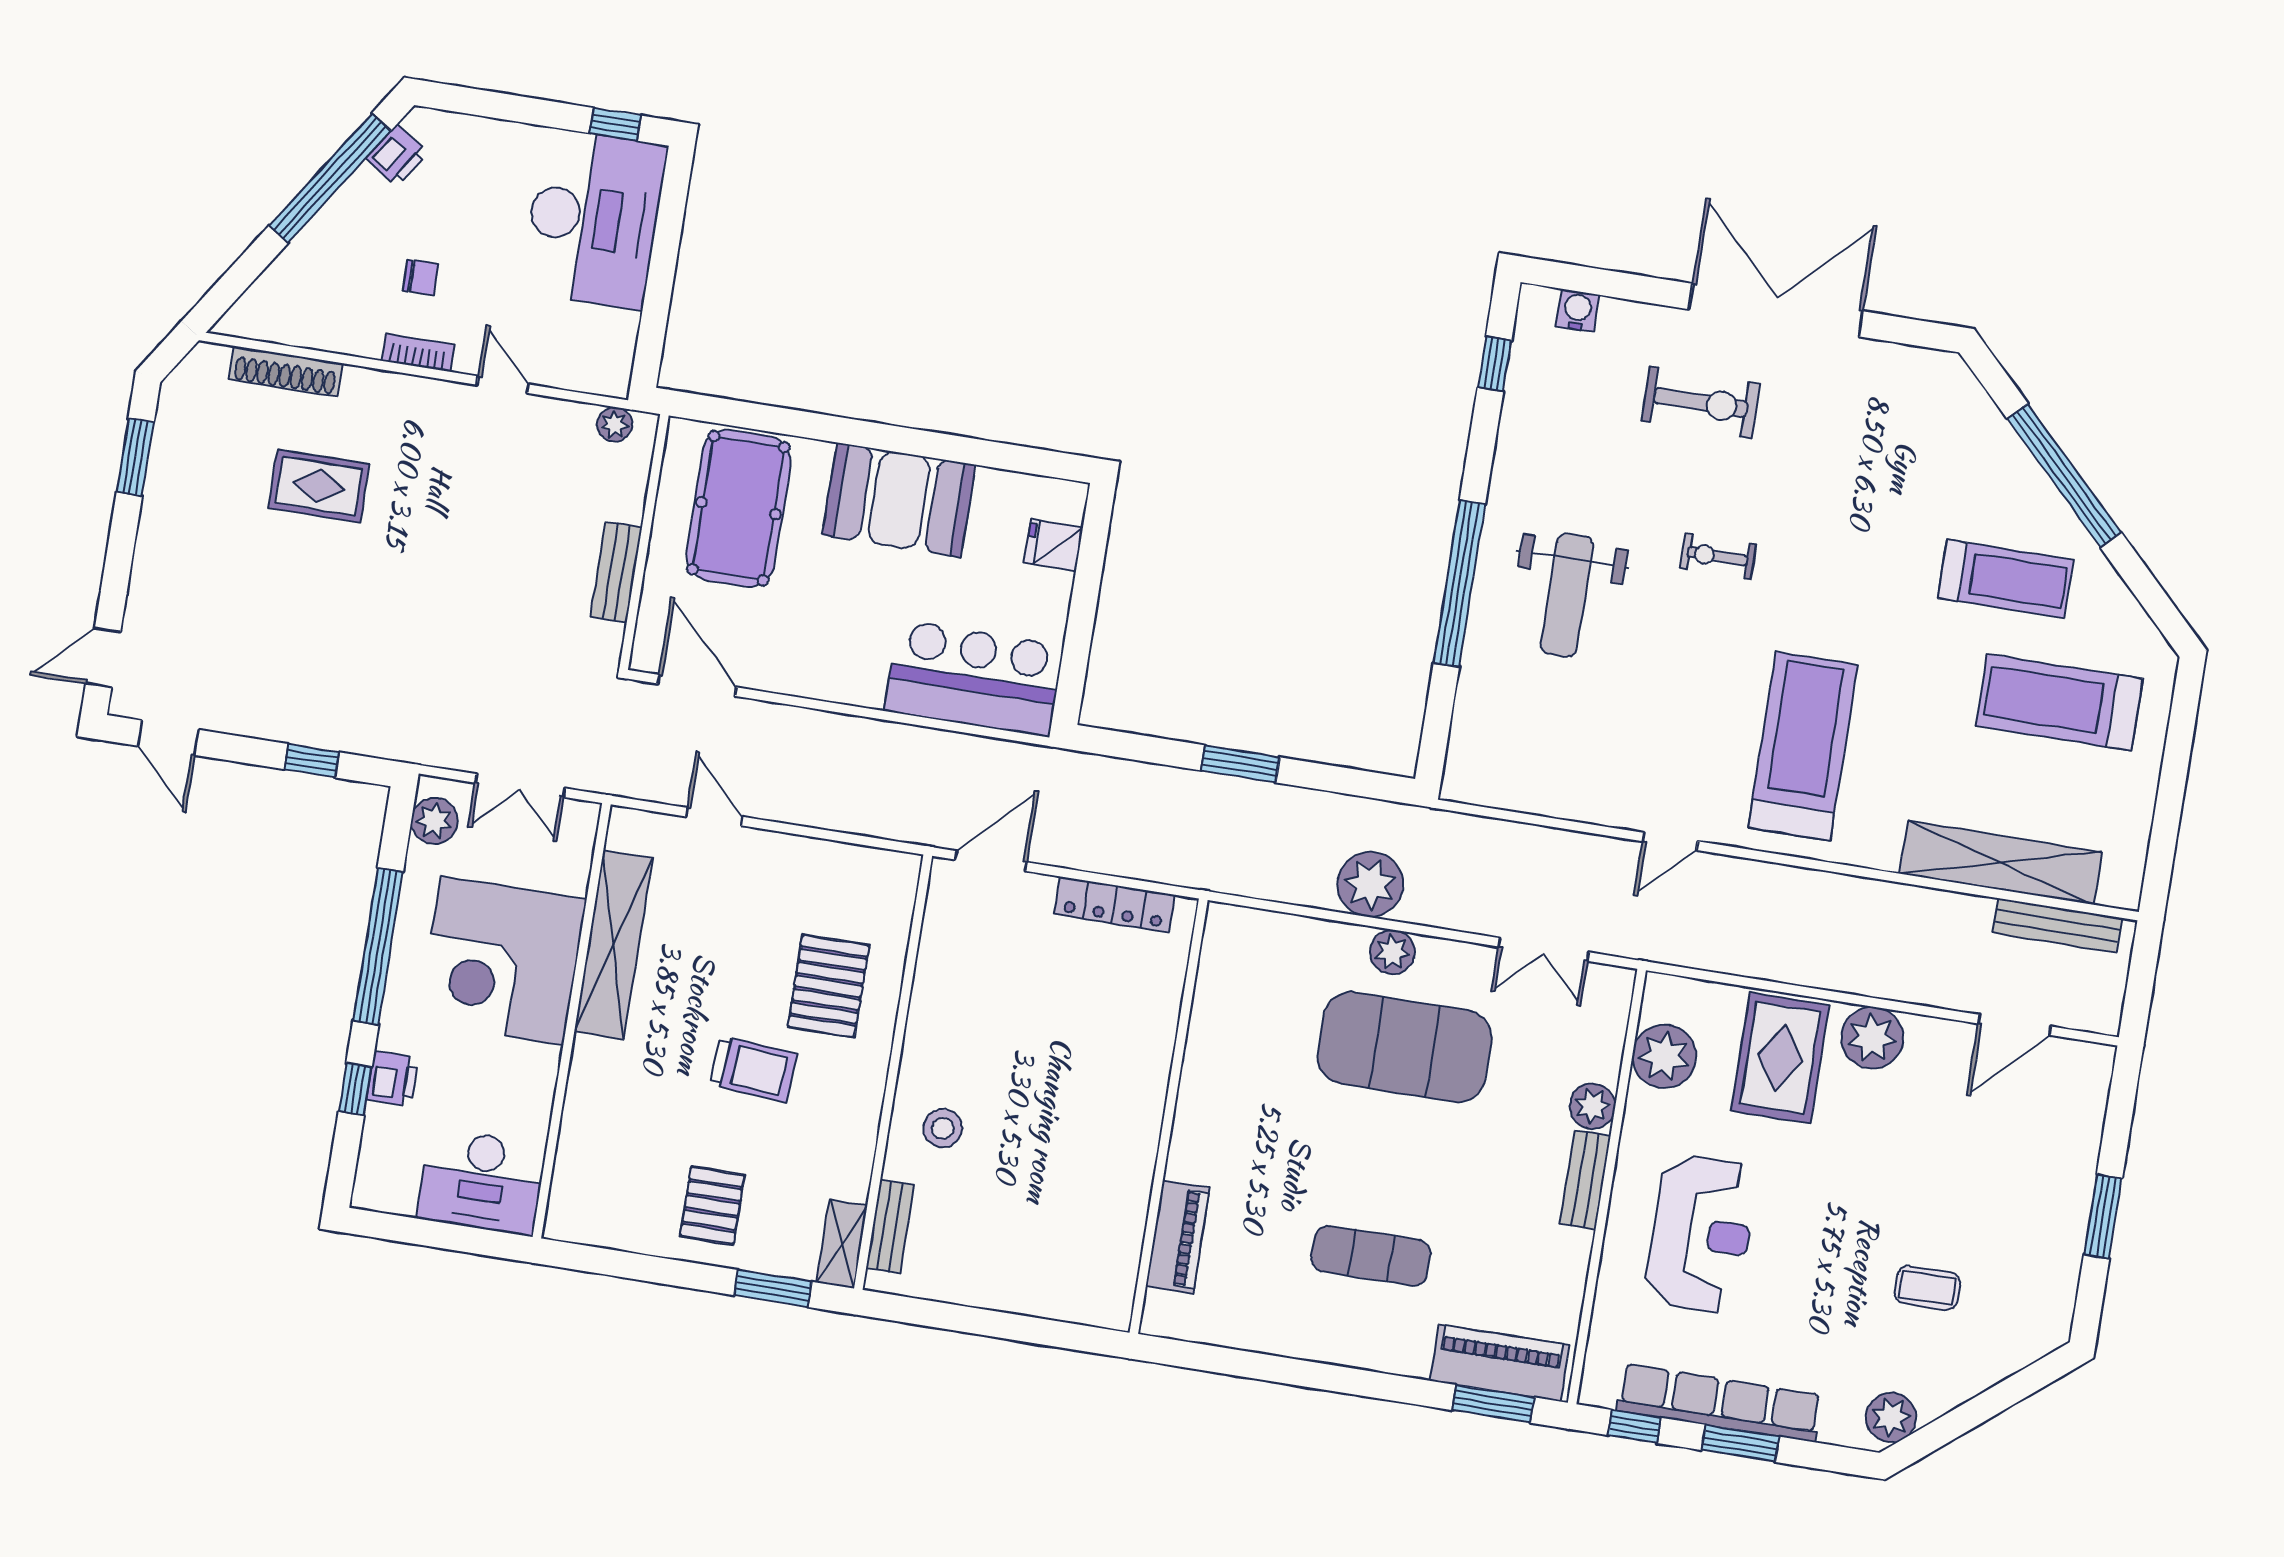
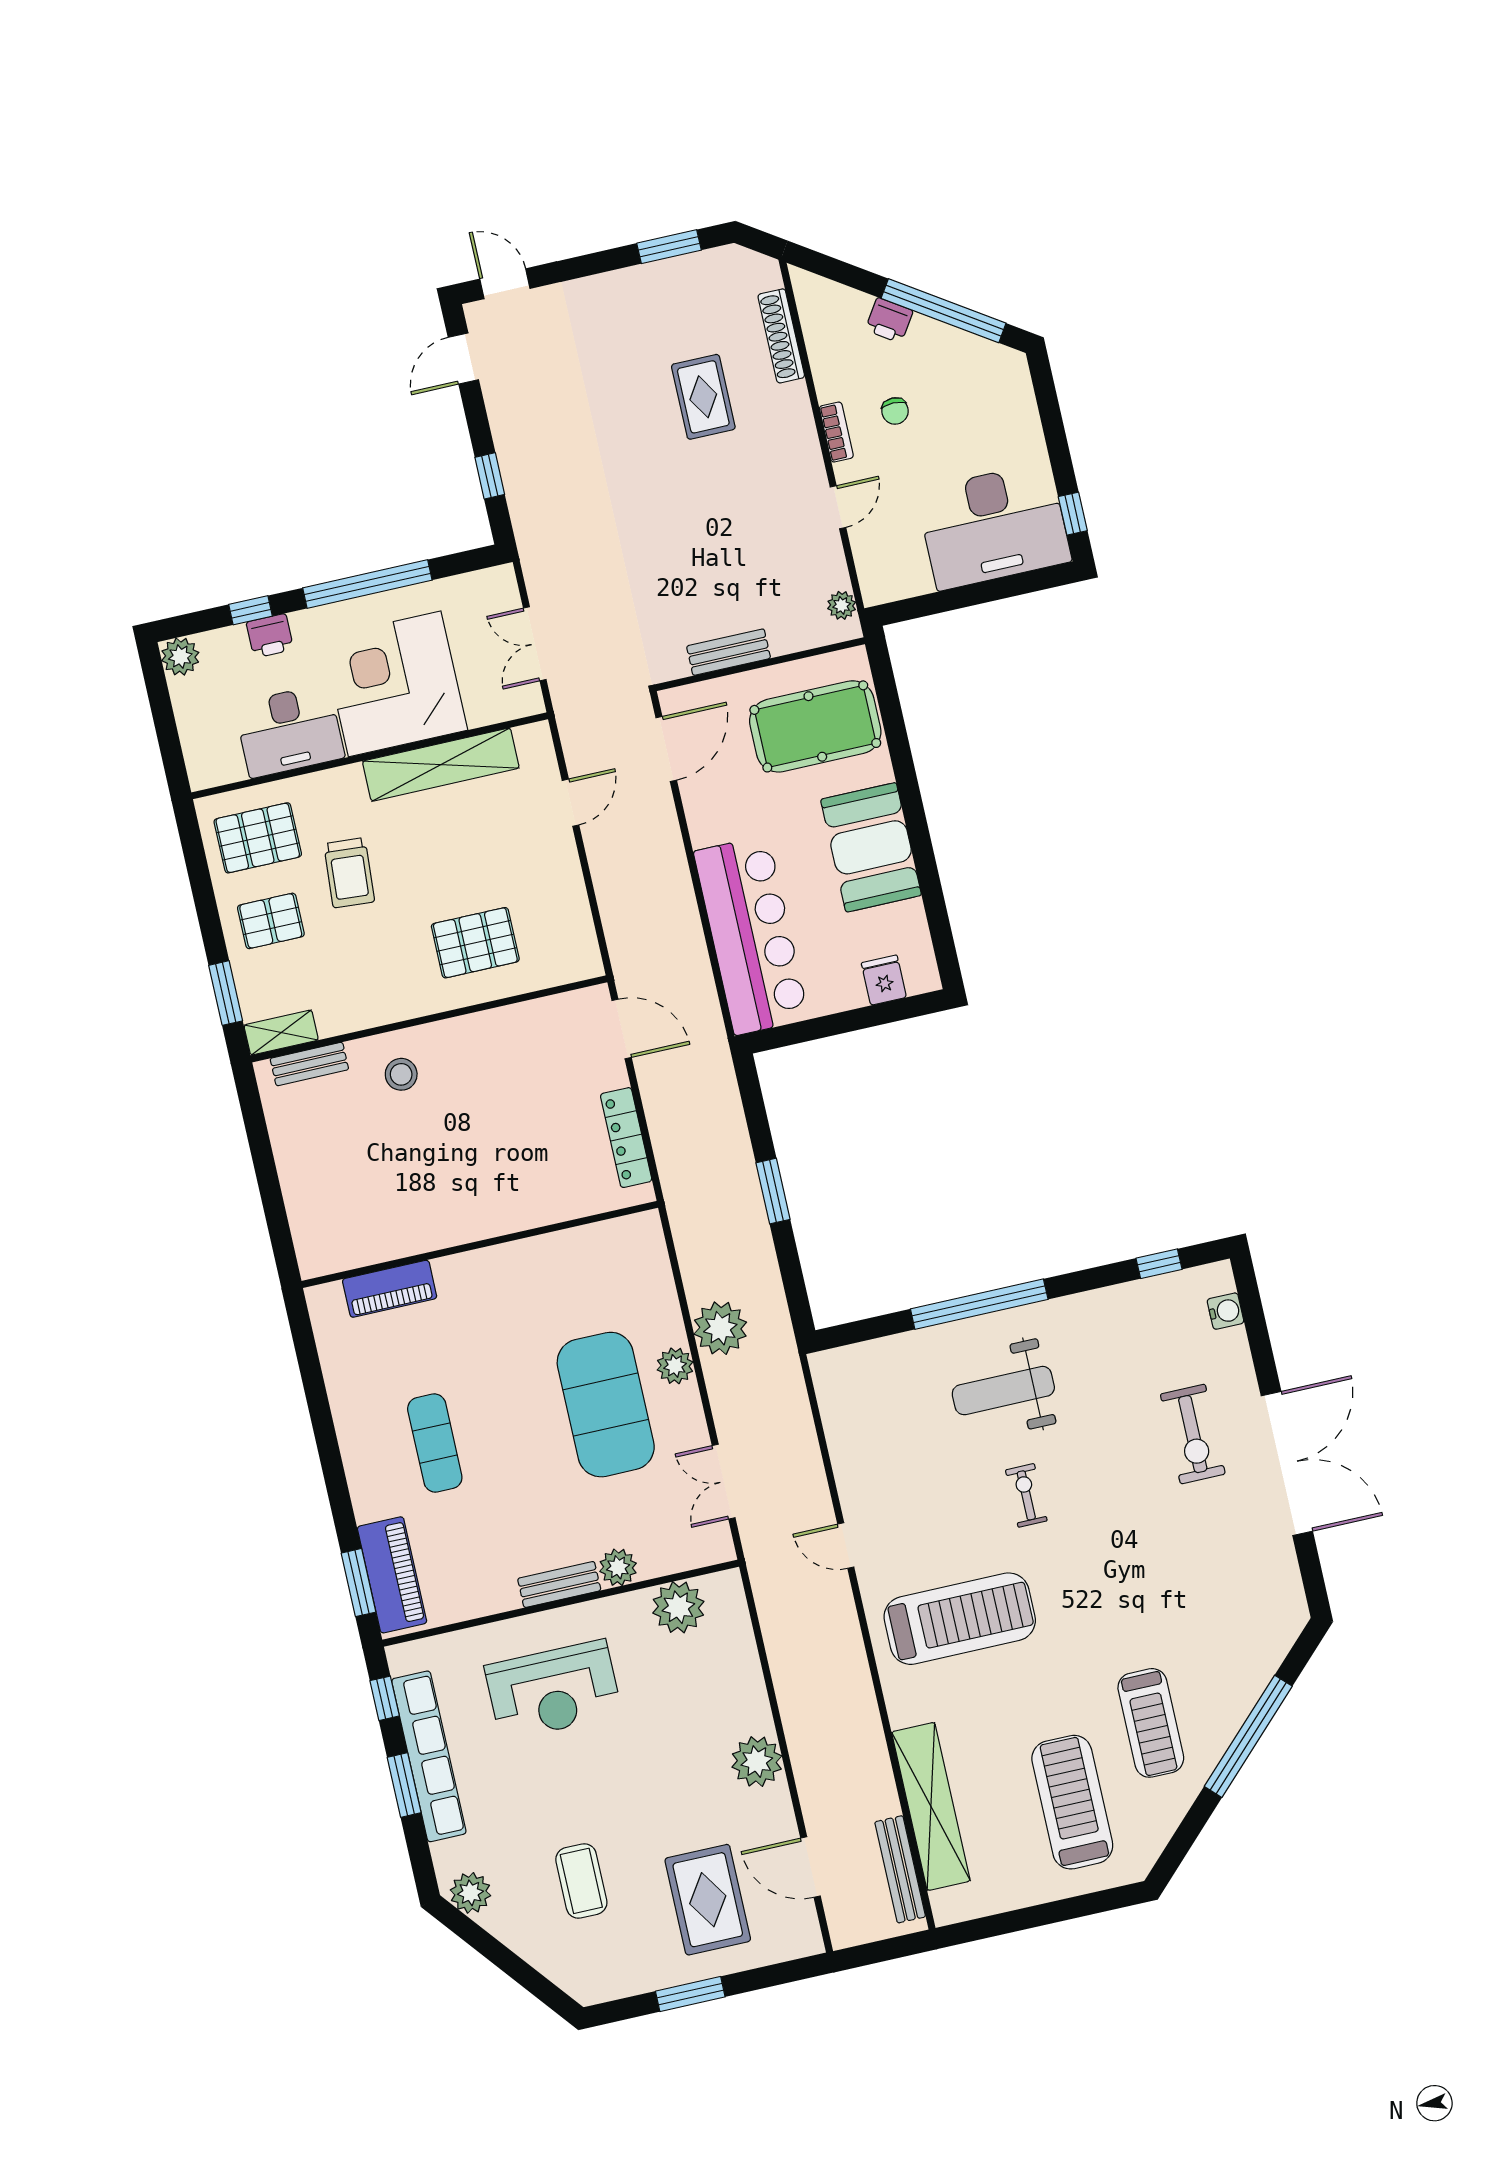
printer: (397, 155) -> (889, 320), moved
exercise bike: (1718, 556) -> (1026, 1495), moved
bar counter: (974, 678) -> (751, 935), width x1.36
plant: (434, 821) -> (180, 657), moved
rug: (1780, 1058) -> (708, 1900), moved, turned 90
trolley: (753, 1069) -> (349, 873), moved
desk: (482, 1182) -> (289, 731), moved, turned -90
pallet: (613, 1183) -> (258, 838), added
coffee table: (1927, 1288) -> (581, 1881), width x1.36, depth x1.30

